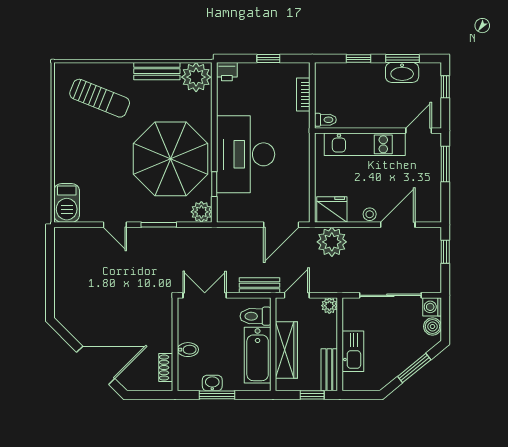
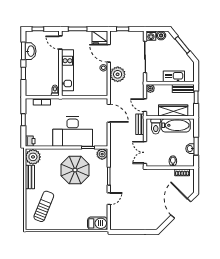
parasol: (170, 159) -> (75, 170), width x0.73, depth x0.73
fridge: (332, 209) -> (100, 38), moved, turned -90
plant: (332, 242) -> (118, 74), moved

